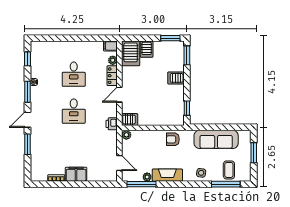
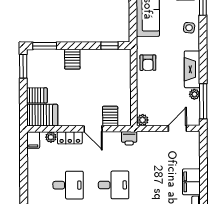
server rack: (130, 120) -> (110, 116), moved

